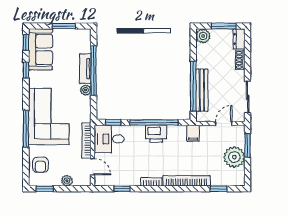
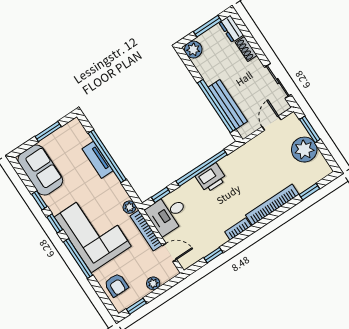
window: (26, 42) -> (55, 223), moved
plant: (86, 90) -> (129, 207), moved
filing cabinet: (193, 133) -> (247, 153), removed

